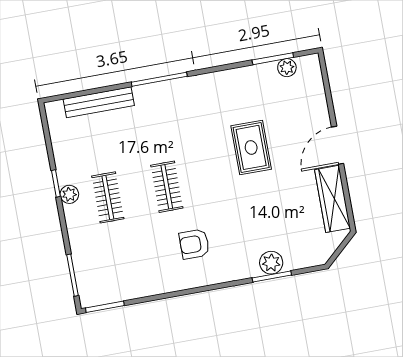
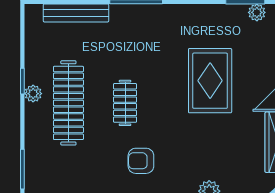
rug: (251, 147) -> (210, 81), width x1.36, depth x1.43
clothes rail: (108, 197) -> (68, 103), width x1.86, depth x1.31

